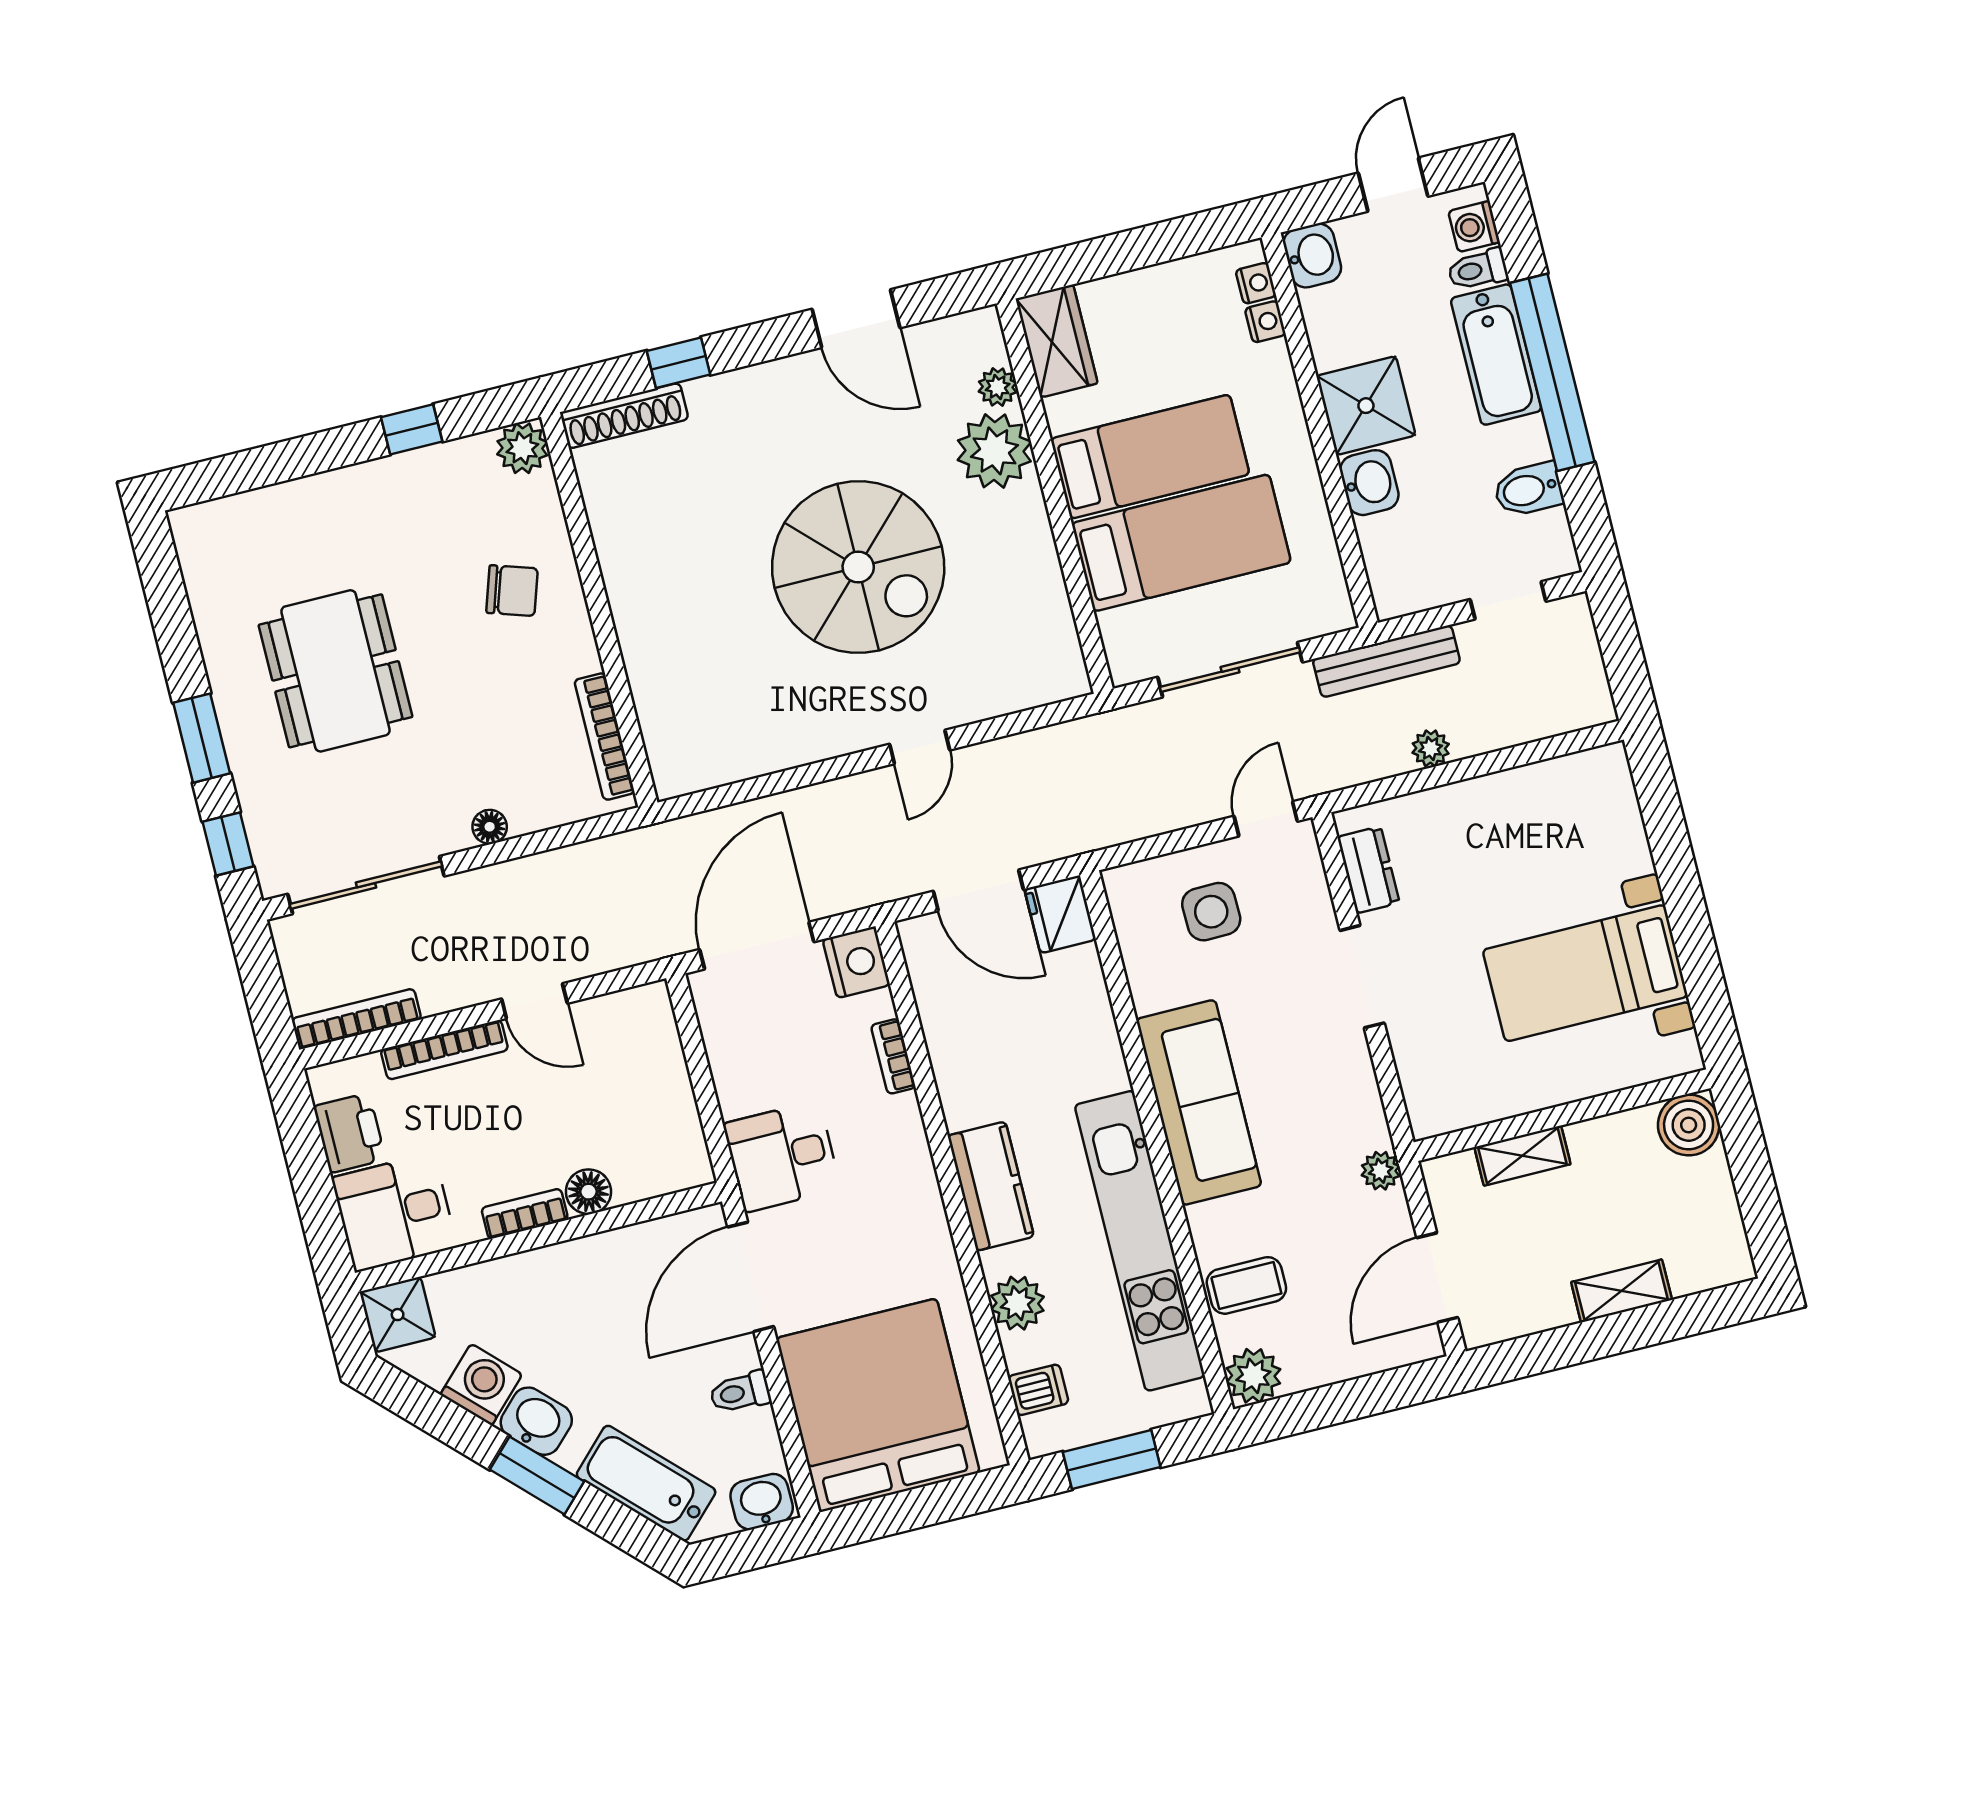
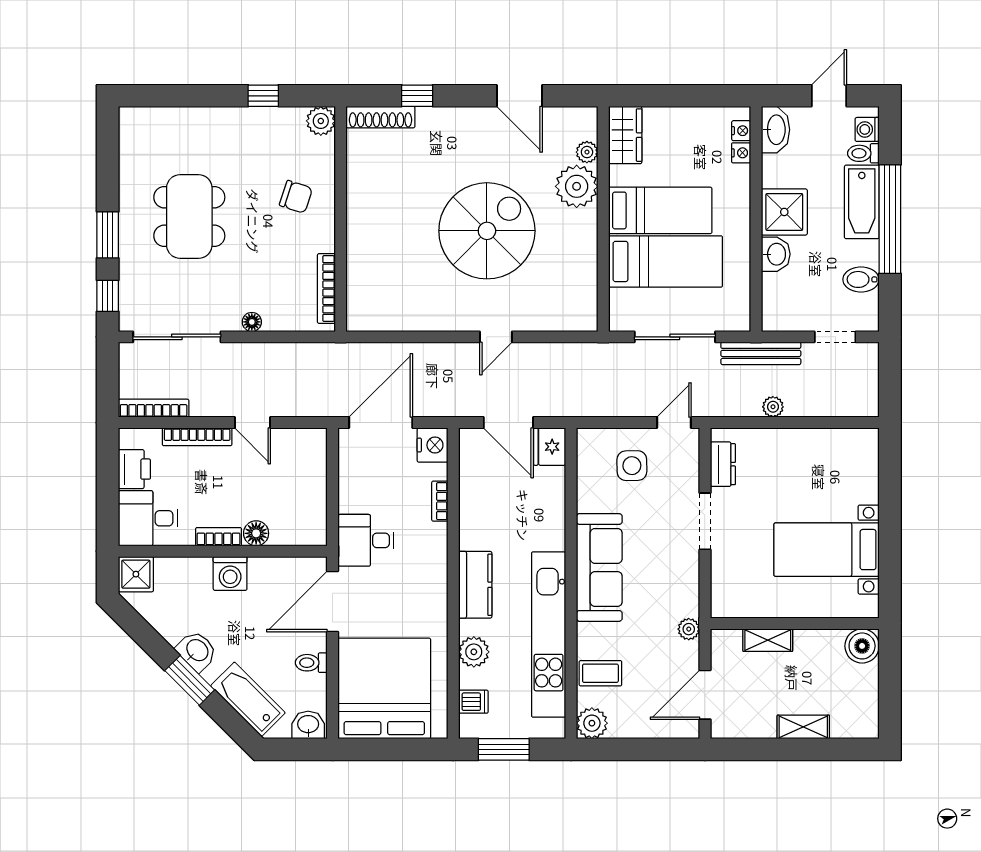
washbasin: (1312, 255) -> (775, 130), width x1.38
spiral stairs: (858, 567) -> (487, 231), turned -90
washing machine: (481, 1384) -> (230, 573), moved, turned 135

